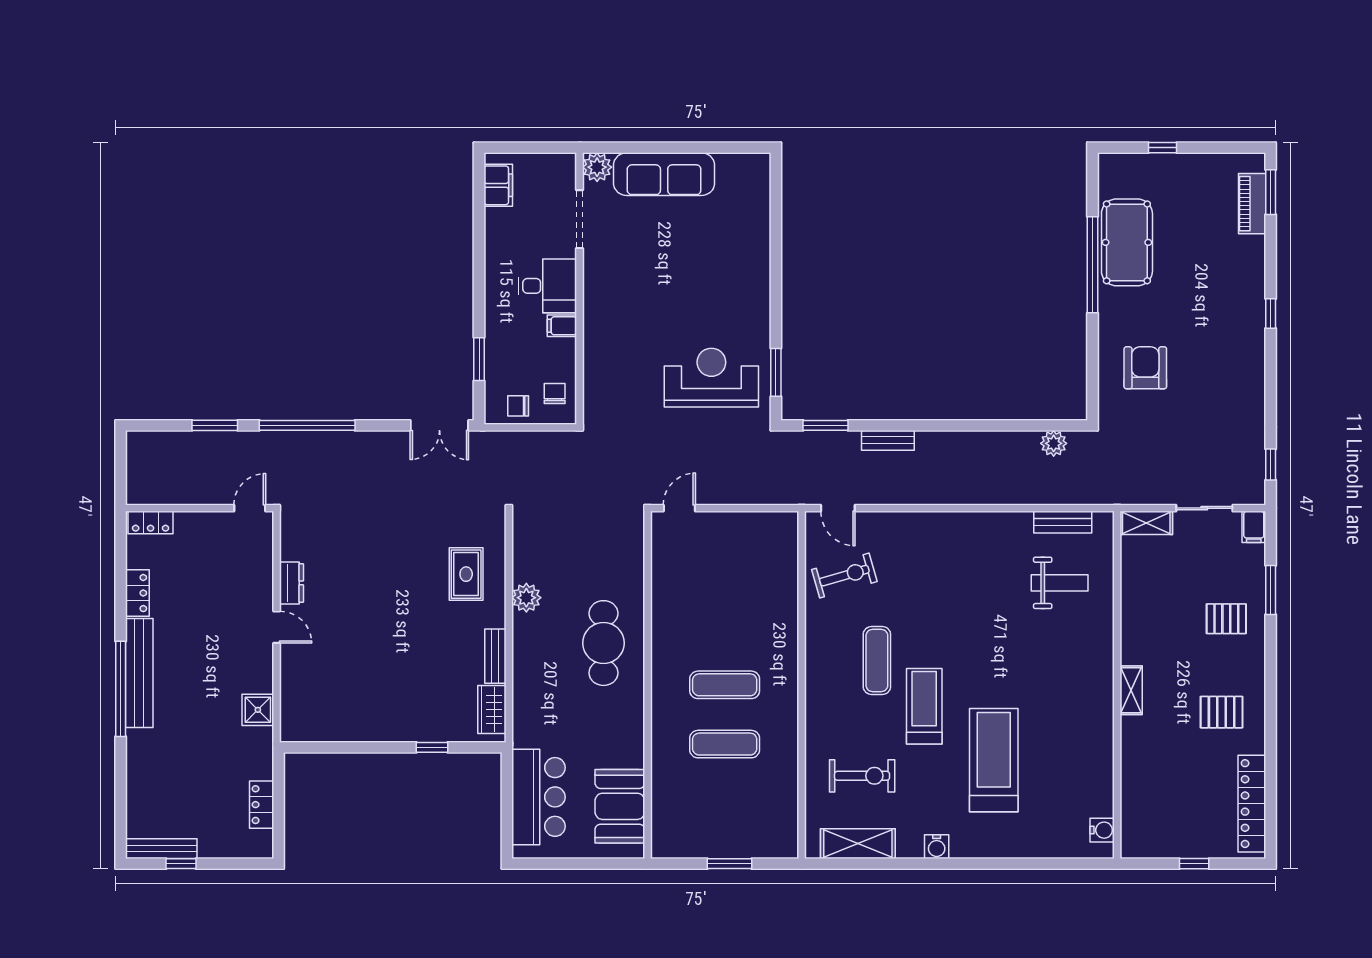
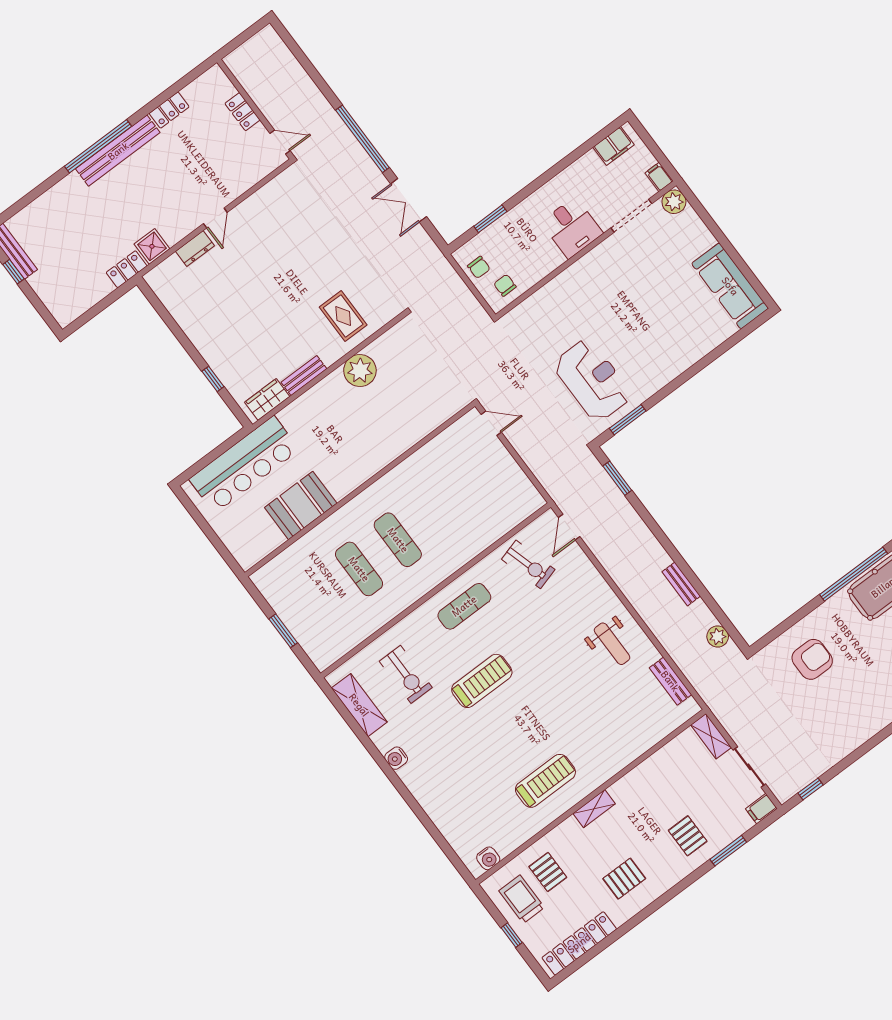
sofa: (664, 174) -> (730, 286), moved
filing cabinet: (562, 326) -> (659, 177), moved
chair: (555, 394) -> (505, 285), turned -90
chair: (518, 406) -> (479, 267), turned 180
window: (215, 425) -> (317, 78), removed
double door: (439, 425) -> (409, 200), moved
bench: (888, 440) -> (681, 584), moved
locker: (151, 522) -> (243, 112), moved
rug: (466, 574) -> (343, 316), turned 90
dresser: (291, 583) -> (195, 249), moved
weight bench: (1060, 583) -> (612, 644), moved
plant: (526, 598) -> (360, 371), width x1.36, depth x1.36
cafe table: (604, 643) -> (366, 440), removed
exercise mat: (877, 661) -> (464, 606), moved
pallet: (1222, 712) -> (624, 879), turned 90
treadmill: (994, 760) -> (545, 781), moved, width x0.73, depth x0.73
pallet: (1159, 782) -> (548, 872), added
bar counter: (538, 797) -> (244, 464), width x1.36
locker: (262, 805) -> (127, 269), moved
booth: (620, 806) -> (301, 505), moved
trolley: (1166, 827) -> (522, 899), added

